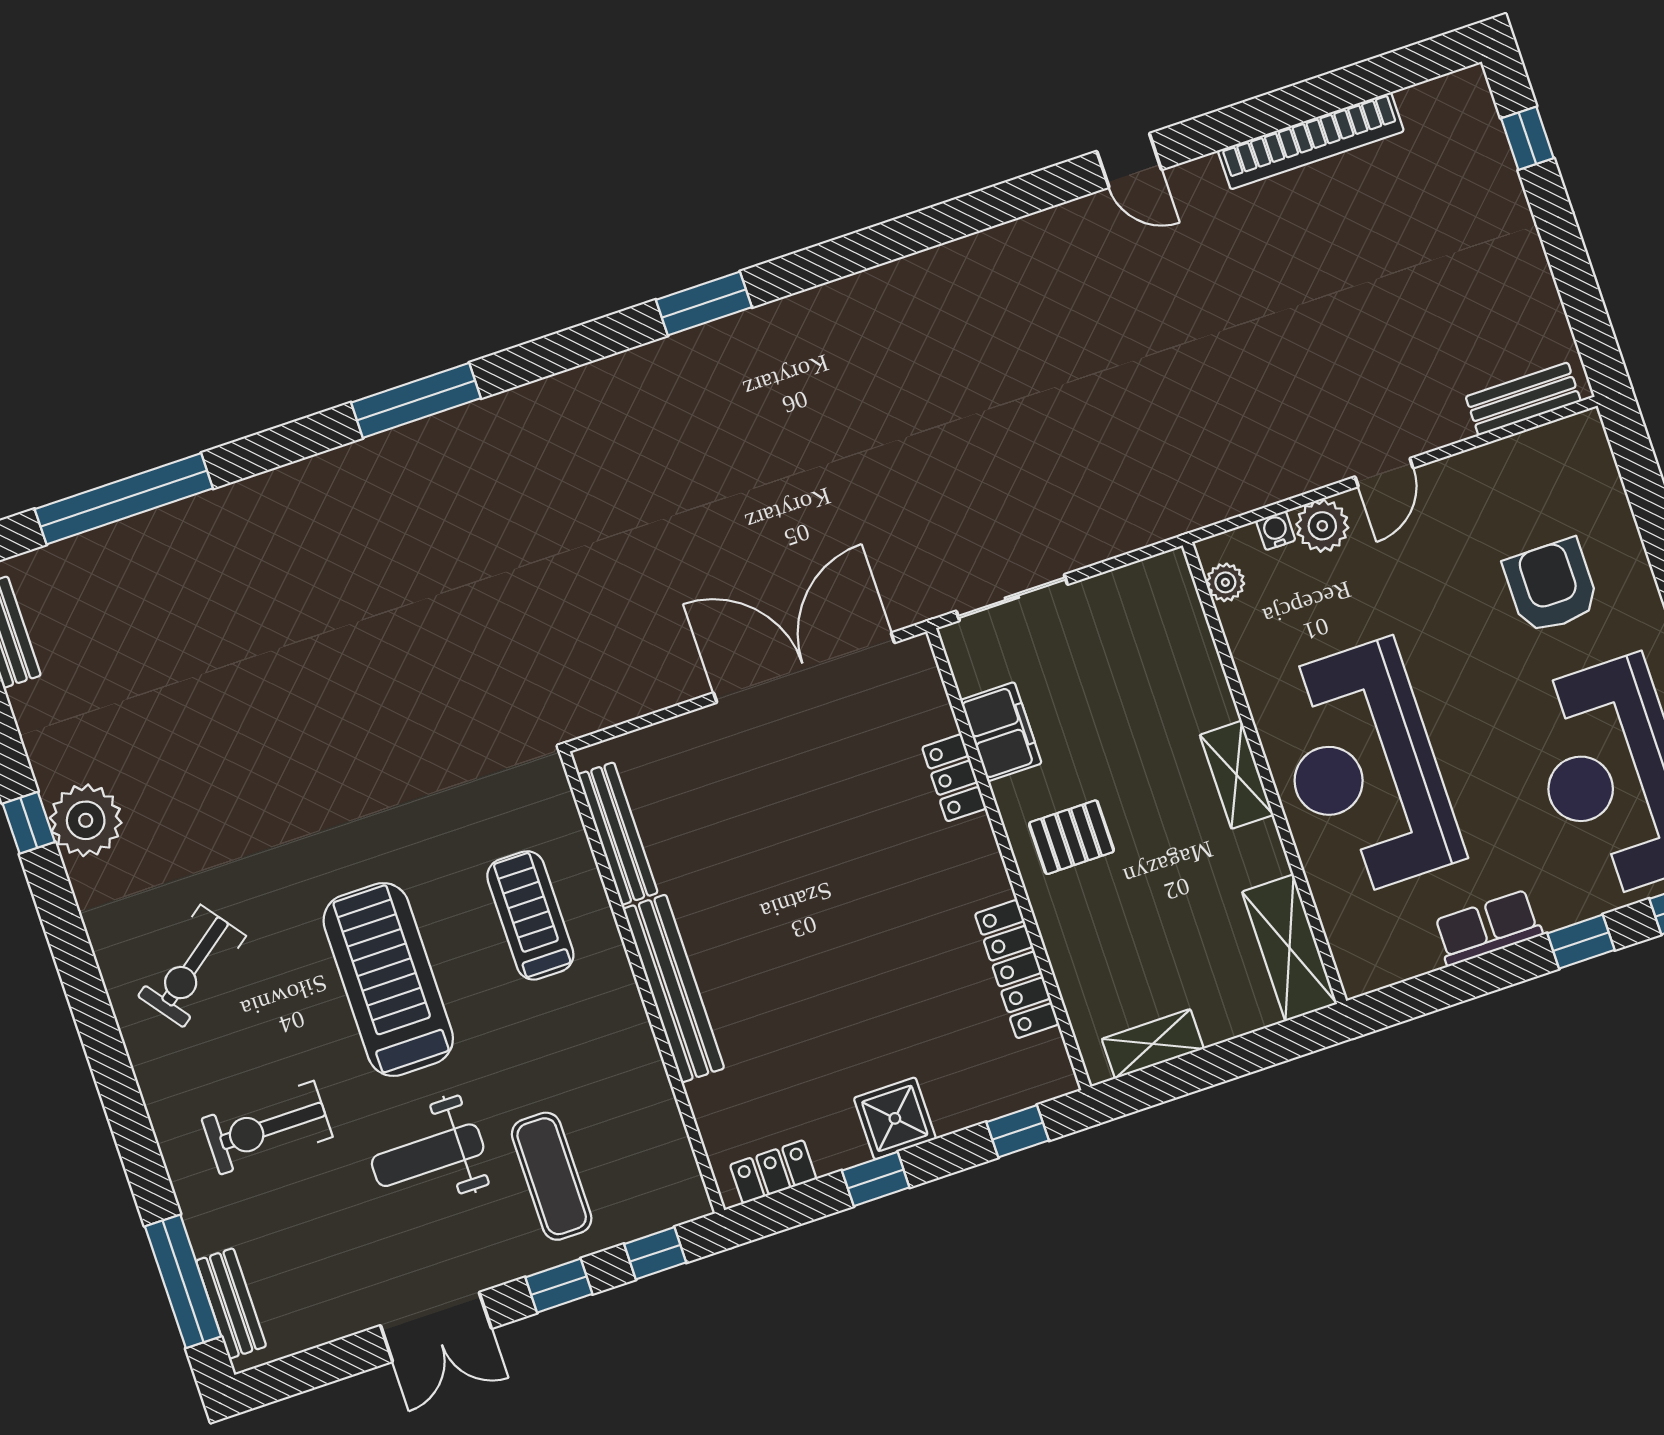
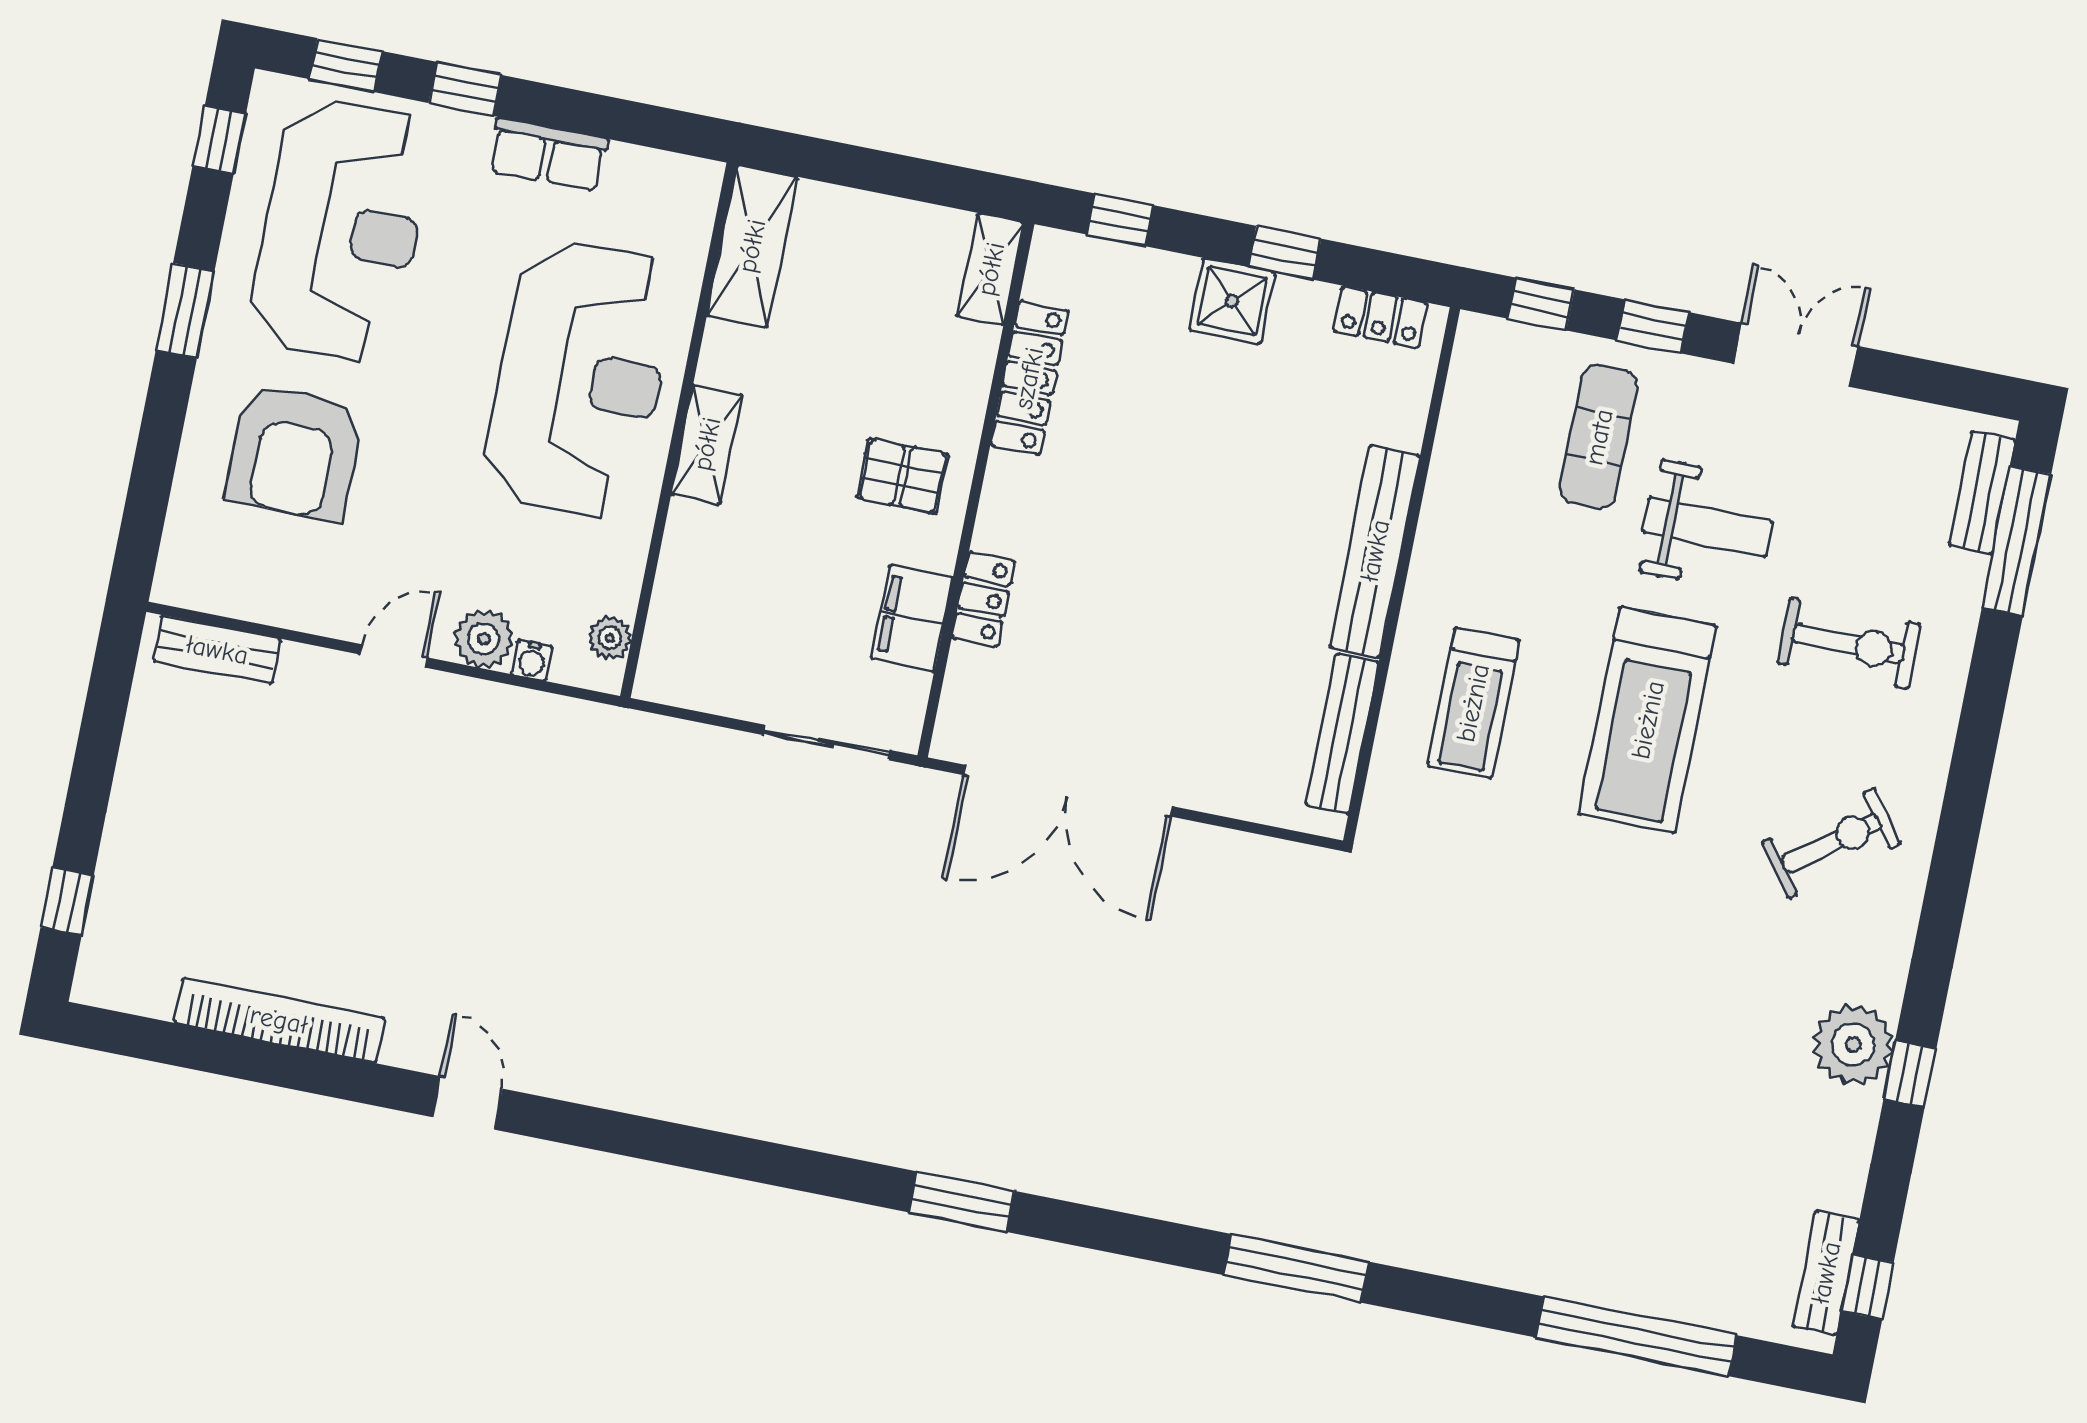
armchair: (1551, 586) -> (295, 452), width x1.36, depth x1.36
shelving: (1153, 1044) -> (991, 269), moved, turned 90

